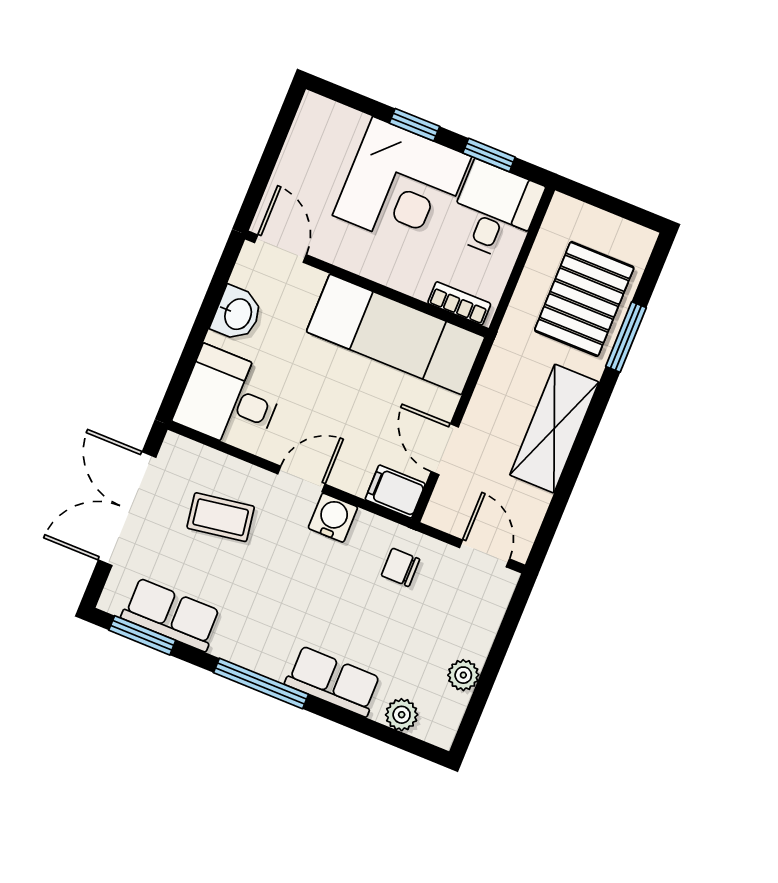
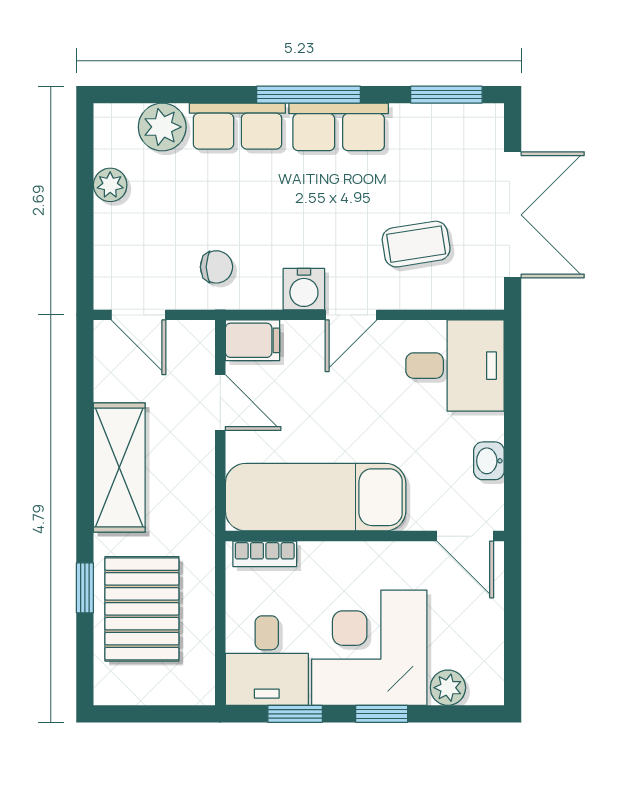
plant: (348, 124) -> (448, 688), added
washbasin: (237, 314) -> (489, 461), width x0.72, depth x0.69
window: (626, 337) -> (85, 588), width x0.67
row of seats: (171, 615) -> (339, 127), moved
plant: (402, 715) -> (162, 127), width x1.38, depth x1.38

